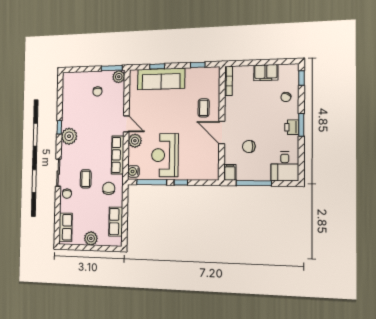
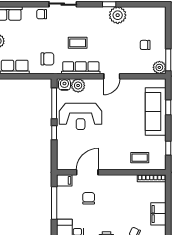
coffee table: (204, 108) -> (140, 158), moved
door: (222, 133) -> (87, 172), moved
plant: (69, 136) -> (118, 15), moved
plant: (135, 141) -> (78, 85), moved
reception desk: (165, 155) -> (81, 116), turned 180
coffee table: (86, 179) -> (78, 43), moved

